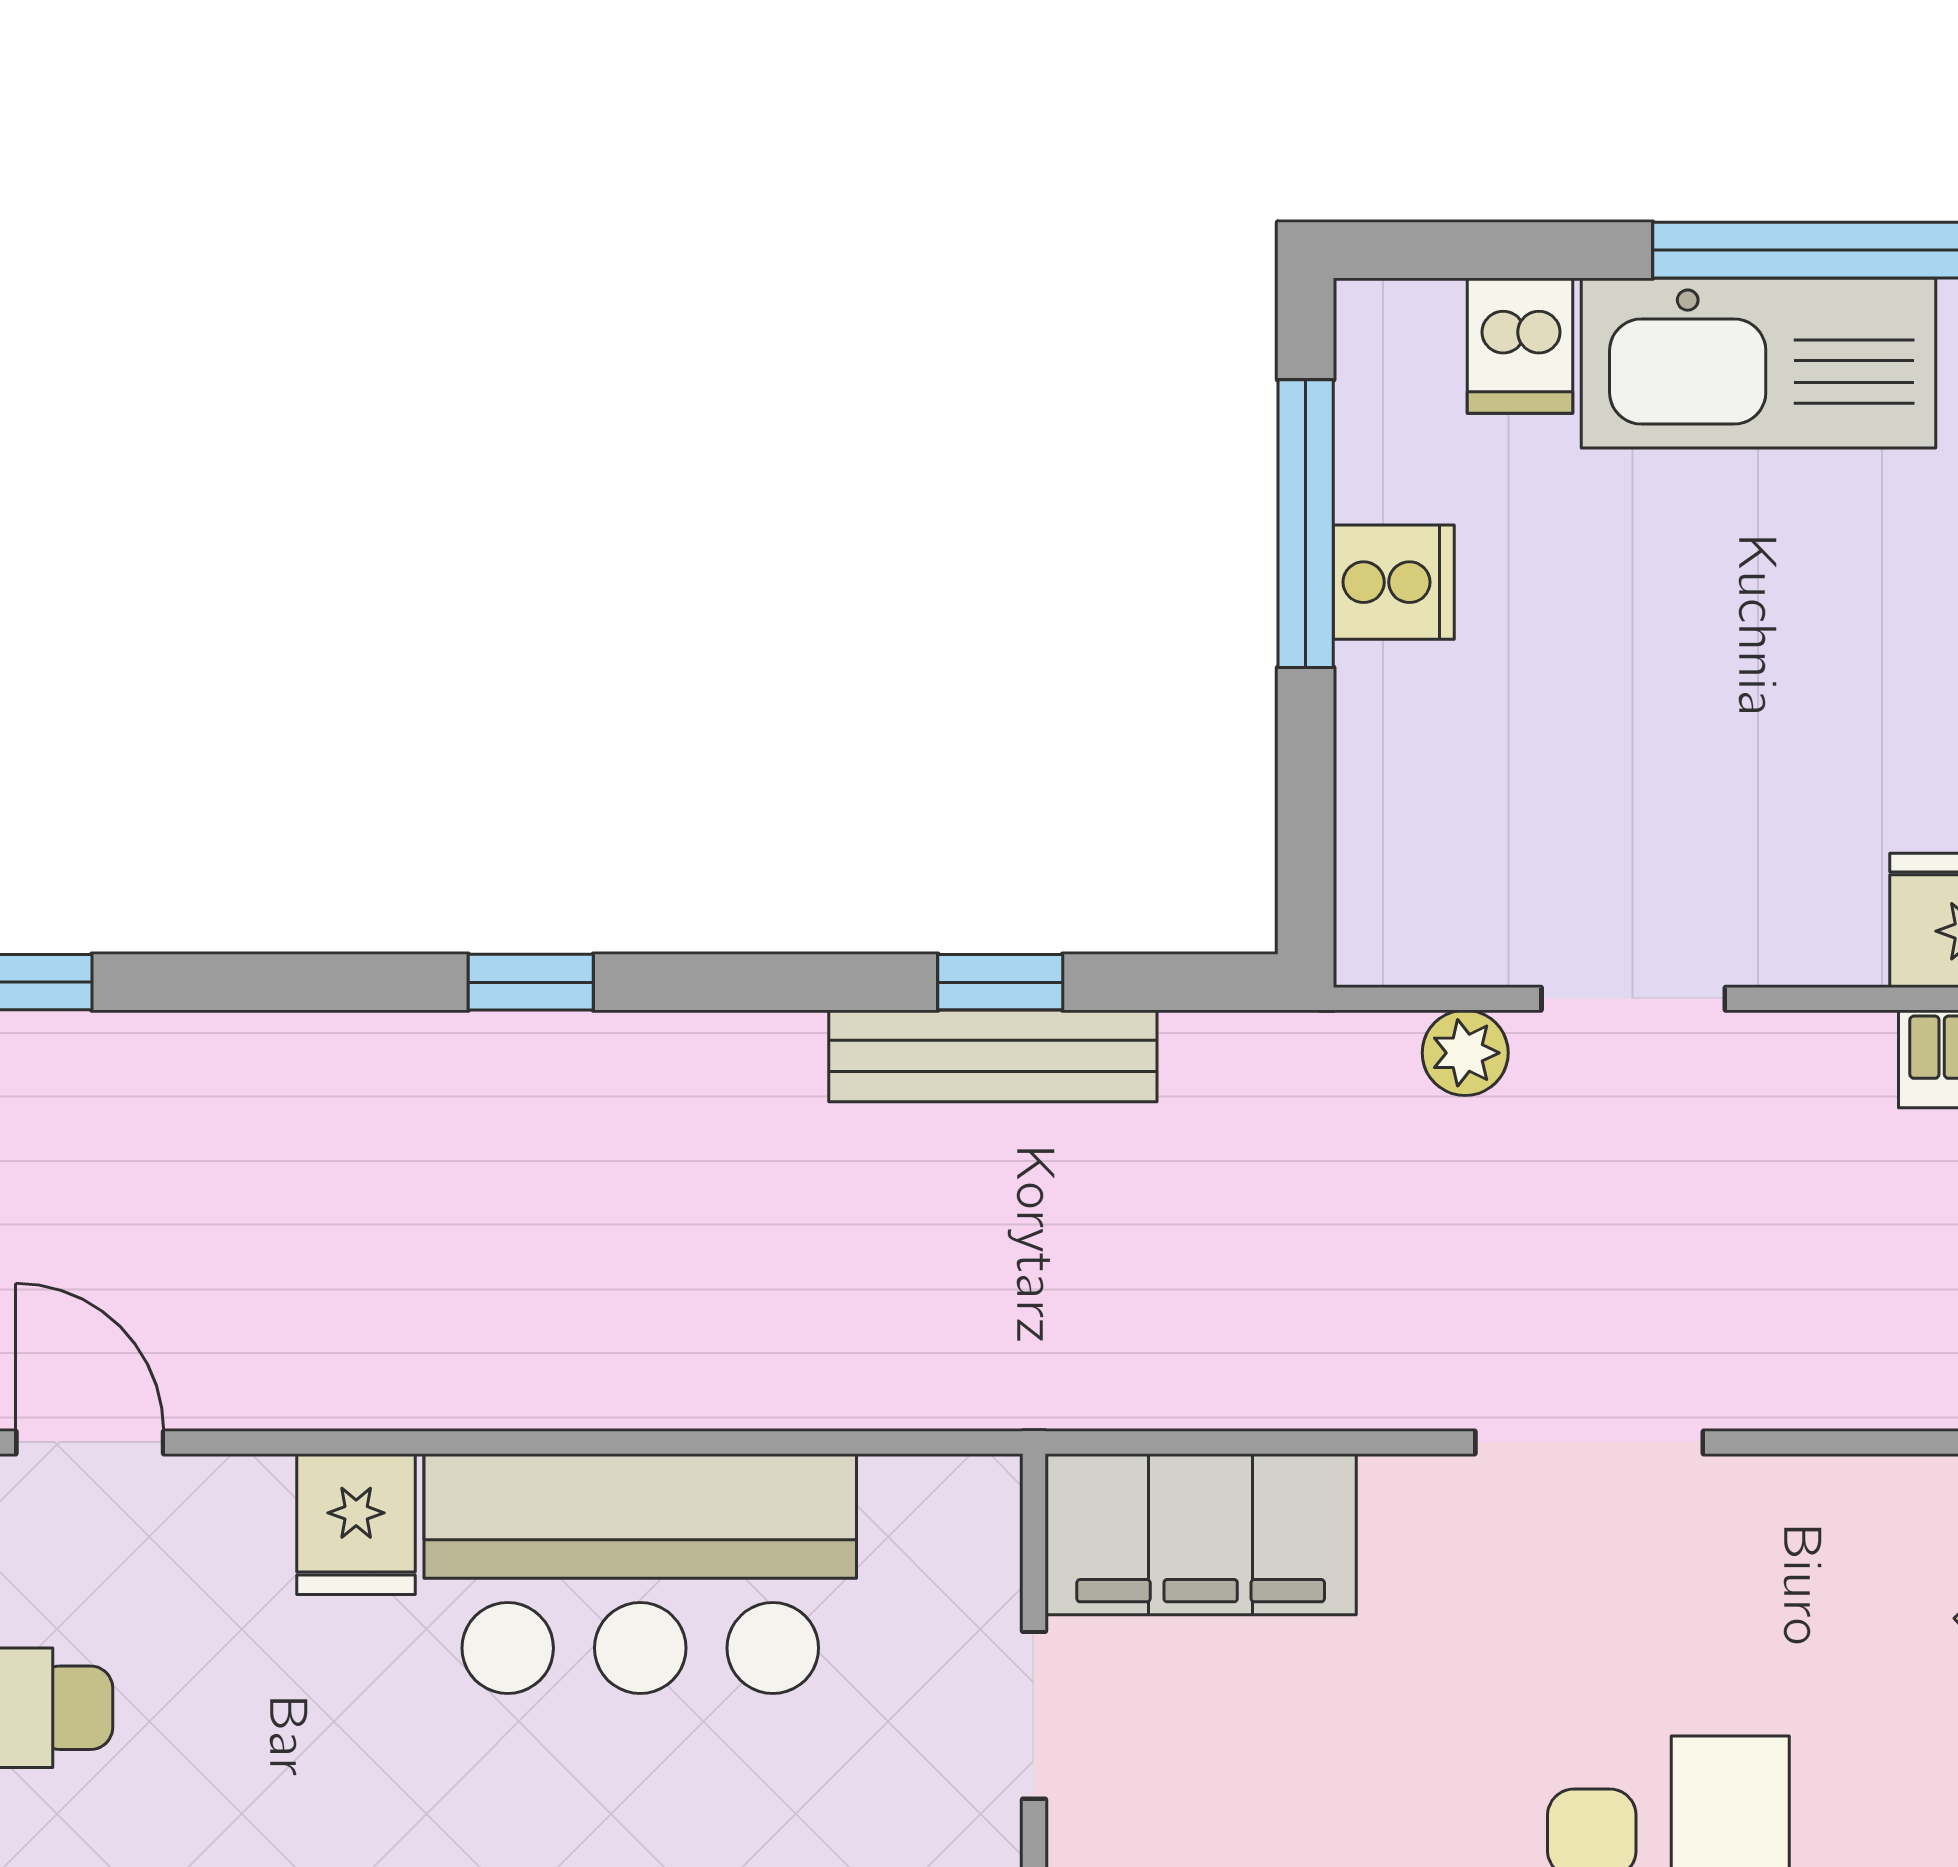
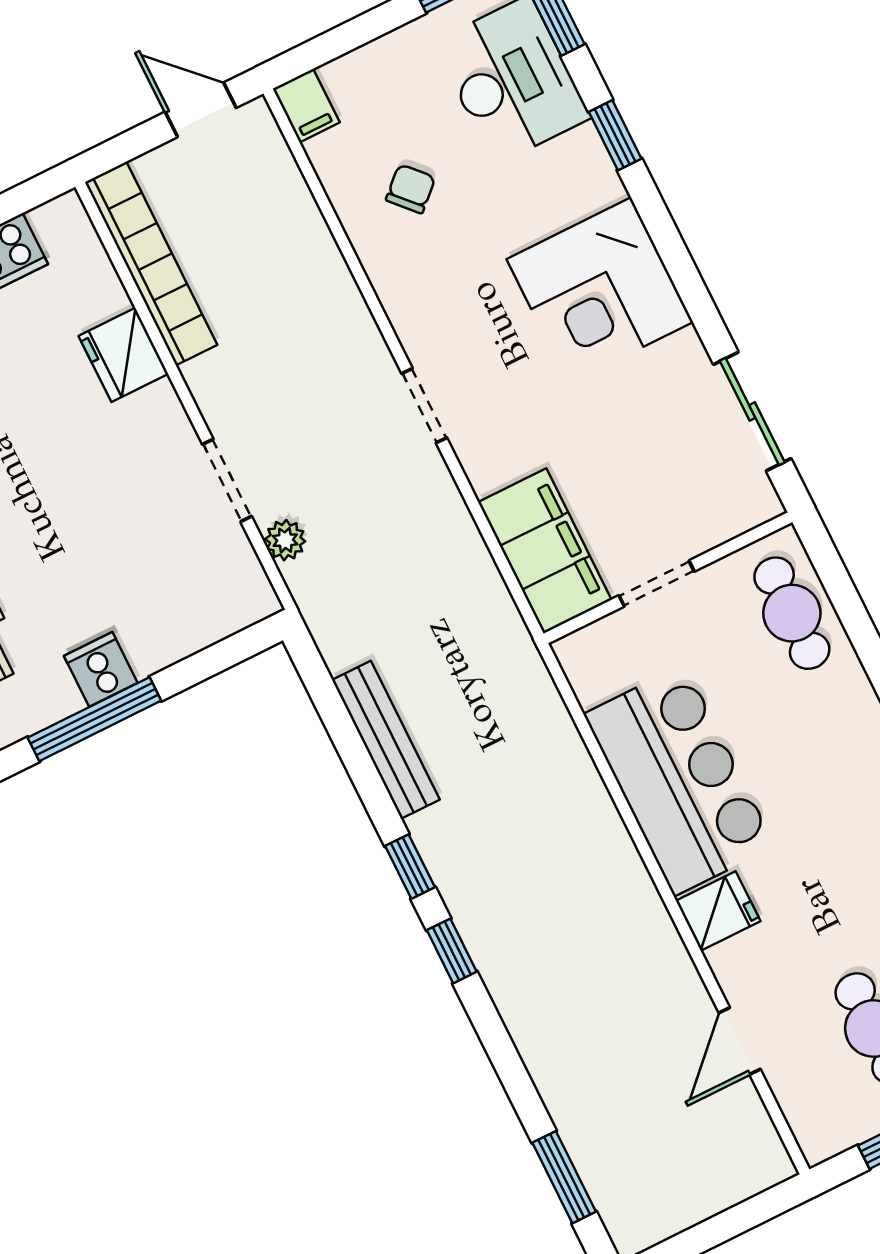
window: (1000, 982) -> (410, 867), moved
doorway: (1589, 1442) -> (424, 406), width x0.73

